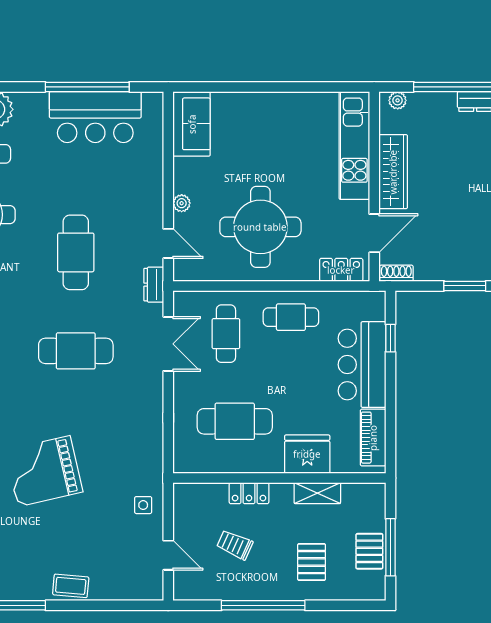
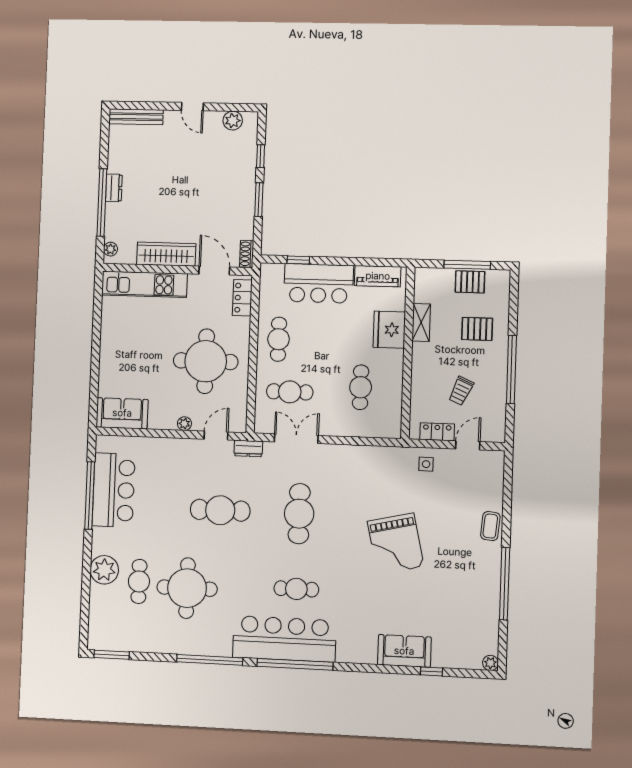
cafe table: (235, 421) -> (361, 387), width x0.73, depth x0.74
locker: (249, 493) -> (437, 432), moved, turned -90

